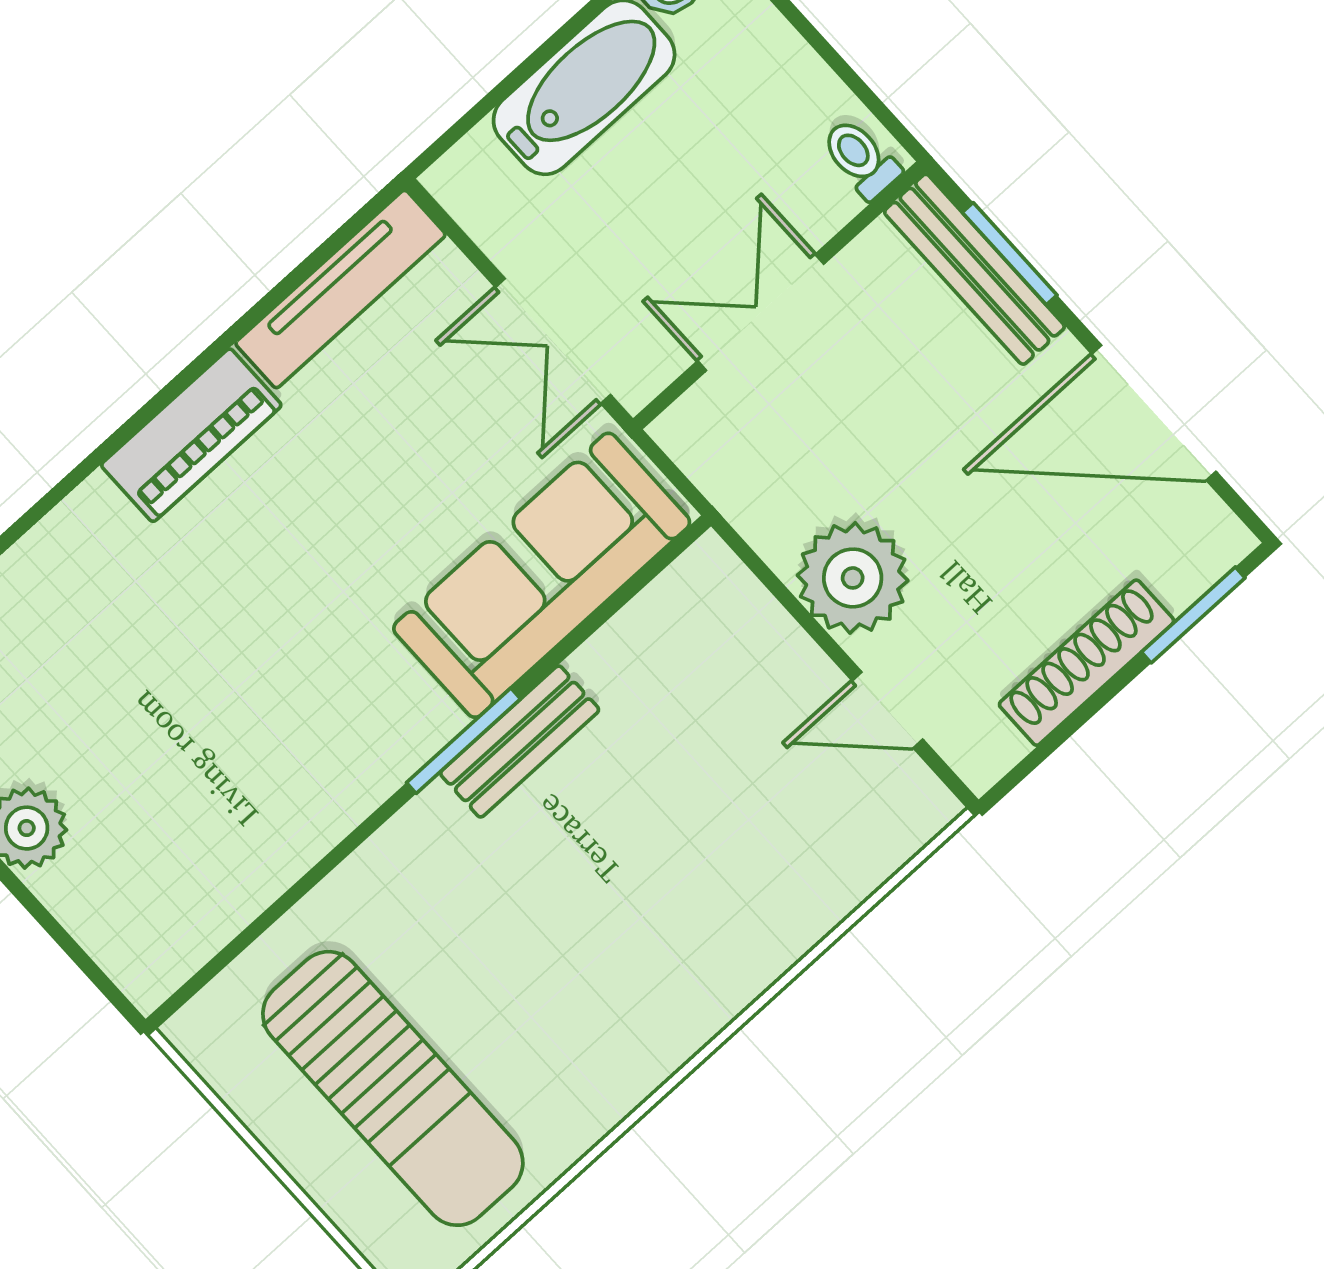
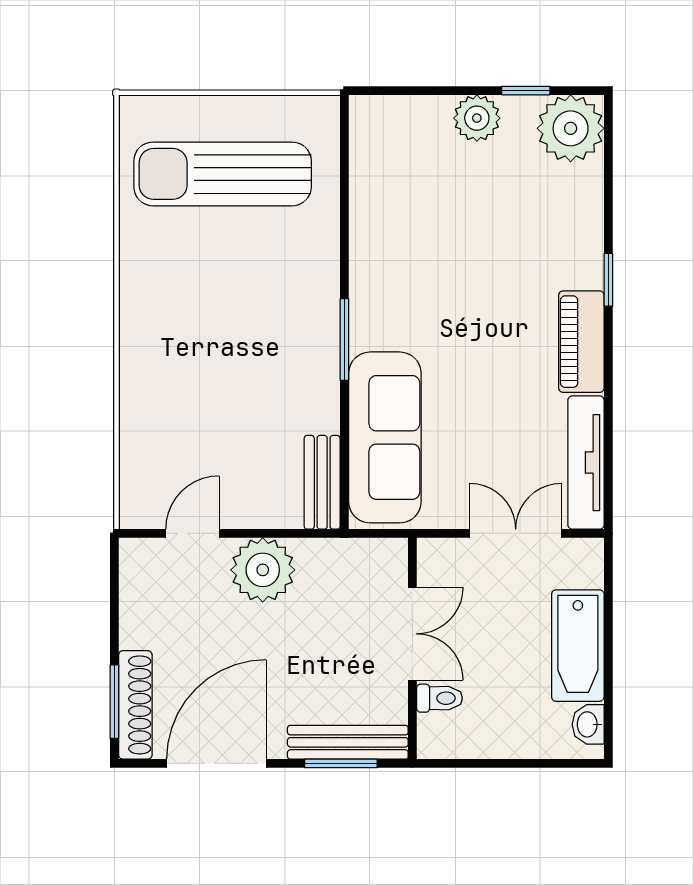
toilet: (861, 159) -> (440, 698), moved
double door: (553, 341) -> (516, 533), moved
window: (81, 472) -> (608, 280), added
shoe rack: (1087, 663) -> (135, 705), moved
bench: (520, 741) -> (322, 482), moved

